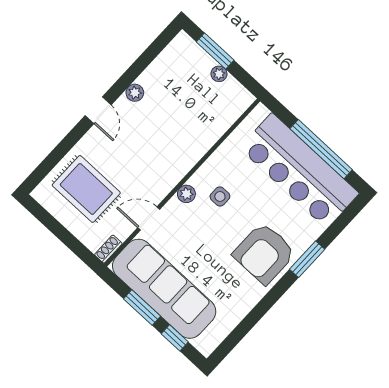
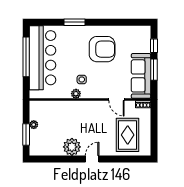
plant: (135, 93) -> (72, 147), width x1.88, depth x1.88
plant: (186, 194) -> (76, 94), moved
armchair: (264, 253) -> (102, 49), moved
sofa: (164, 289) -> (141, 76), width x0.74, depth x0.79

